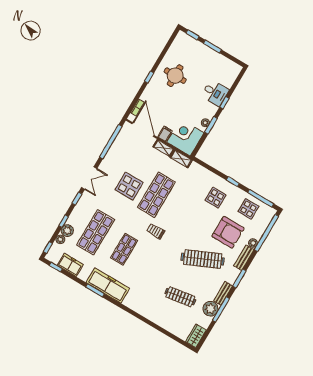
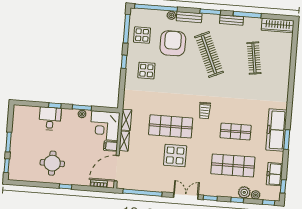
plant: (210, 309) -> (251, 25), removed
wardrobe: (196, 336) -> (278, 25), width x1.50

